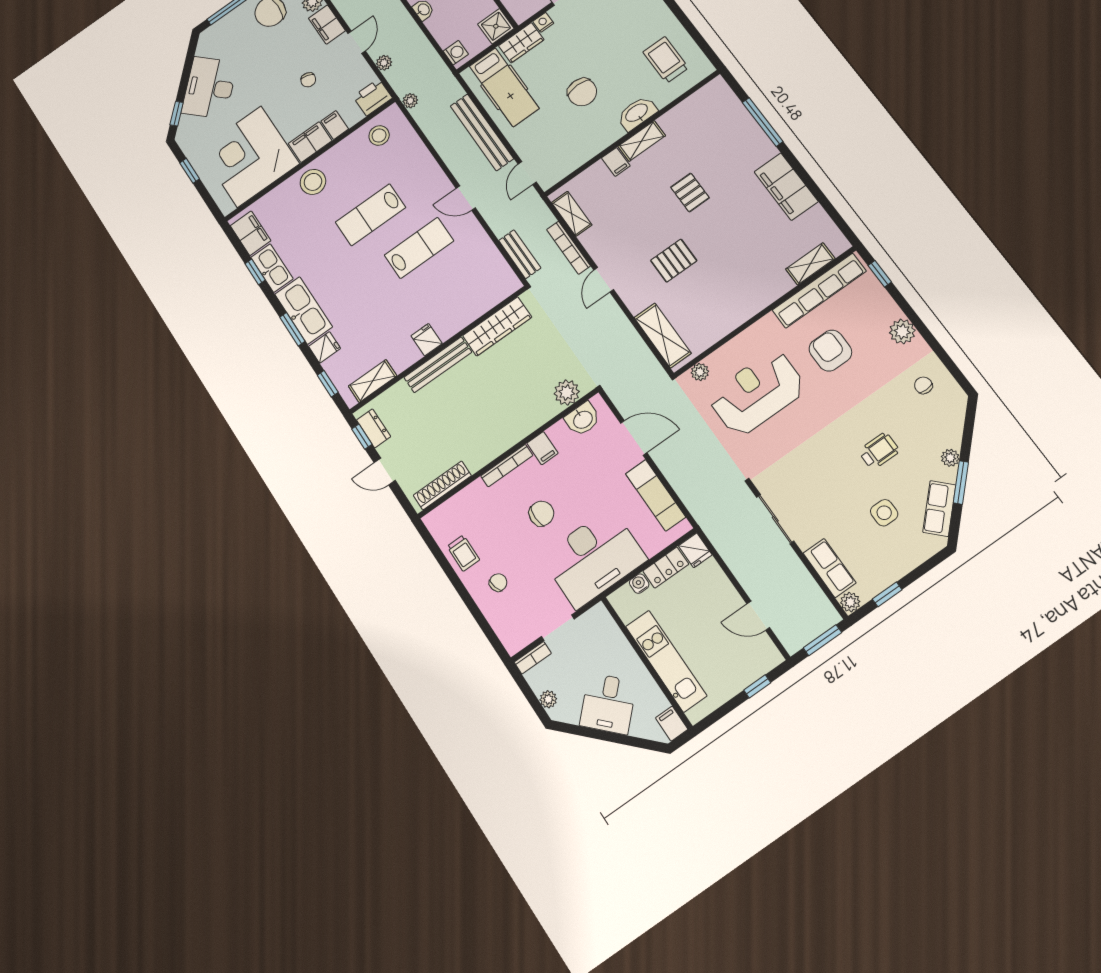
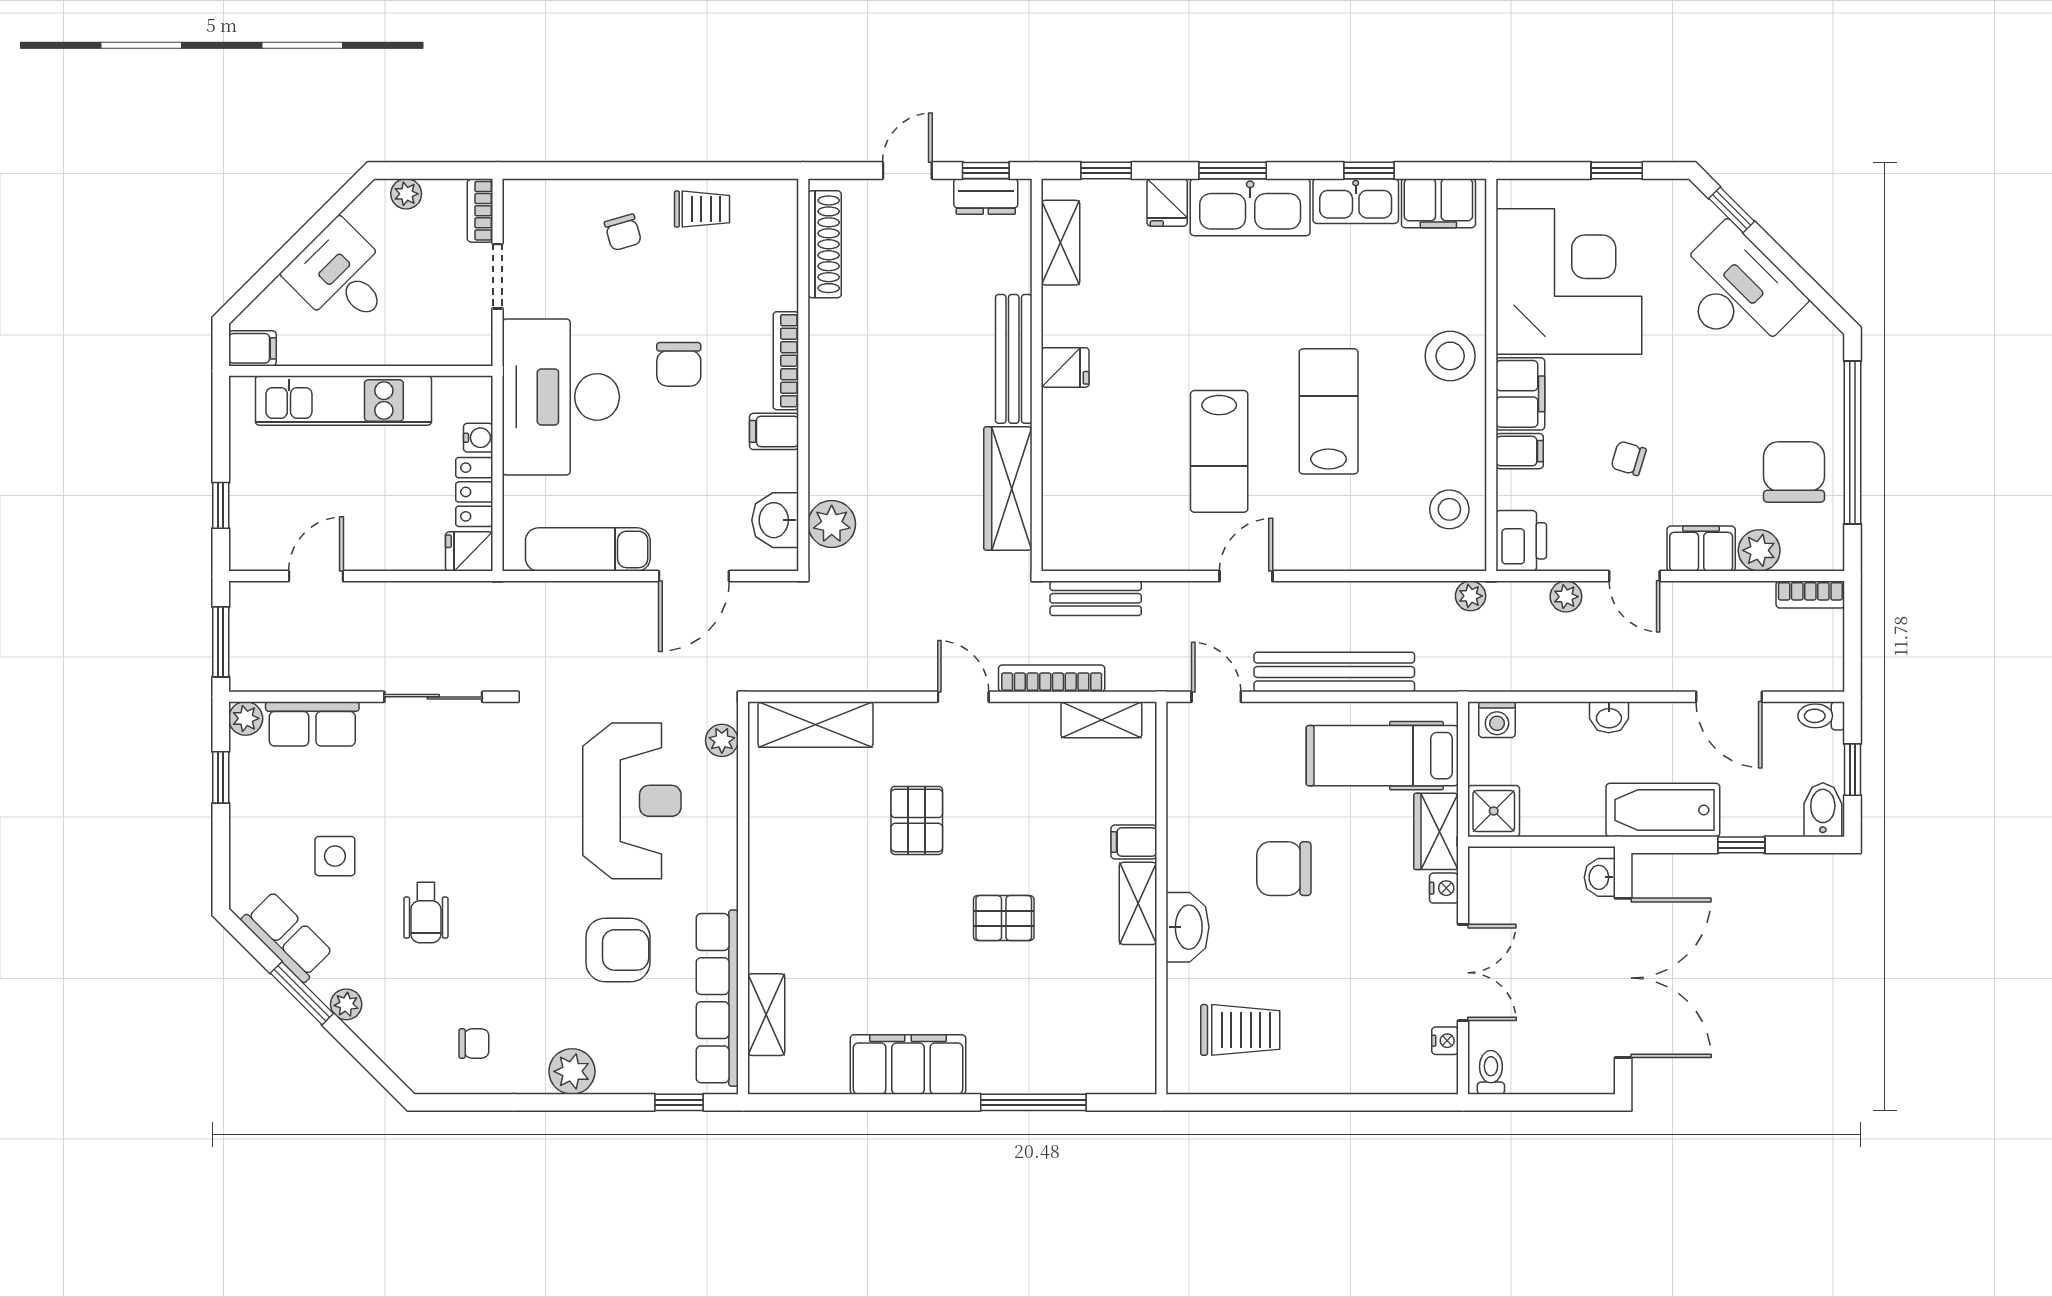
trolley: (463, 553) -> (702, 209), turned 180

